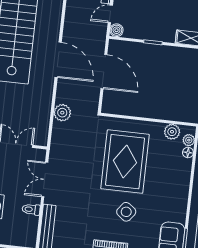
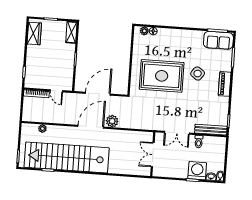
boiler: (116, 30) -> (68, 86), removed
plant: (62, 113) -> (112, 121), moved
plant: (172, 132) -> (139, 43), removed

